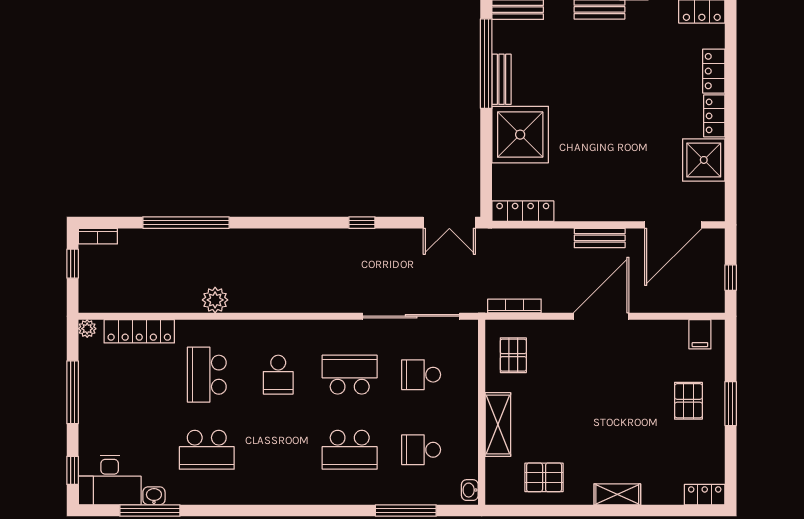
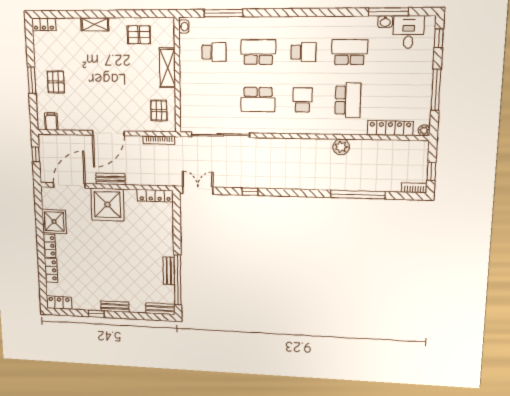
shower: (520, 135) -> (107, 205), moved
school desk: (421, 375) -> (303, 52), moved
desk: (110, 480) -> (409, 32), width x0.73

